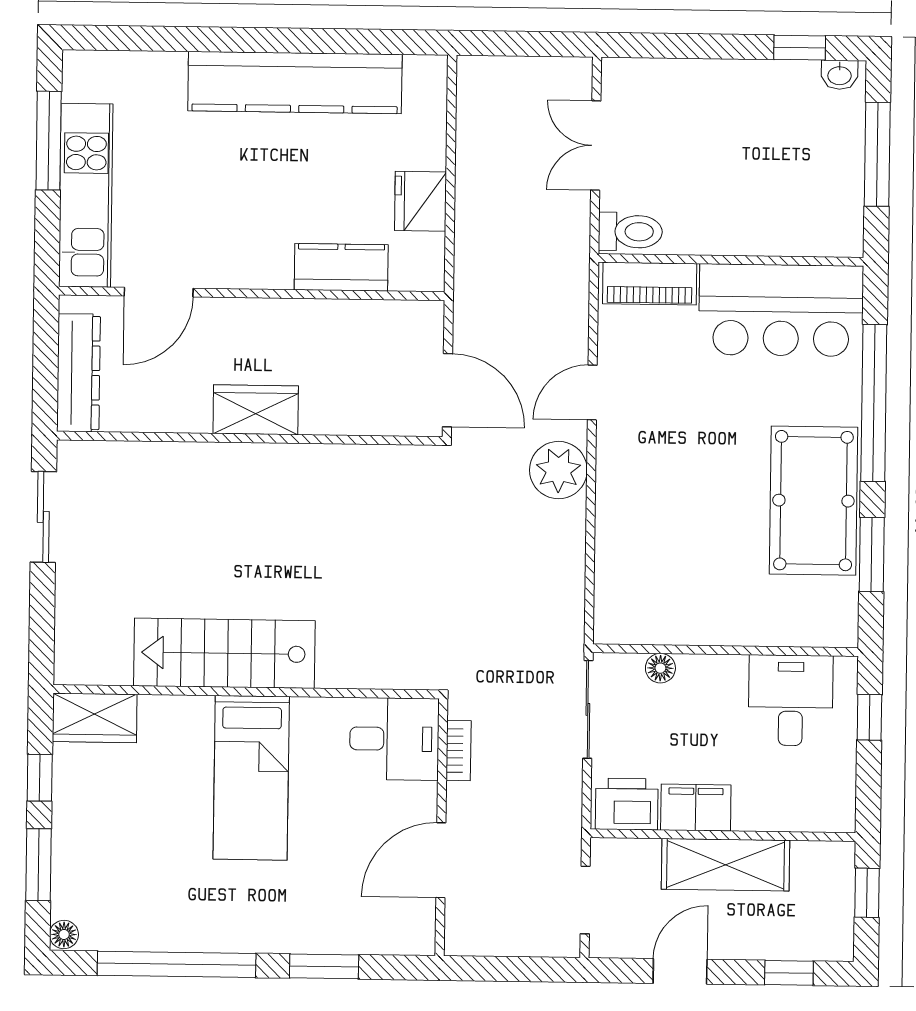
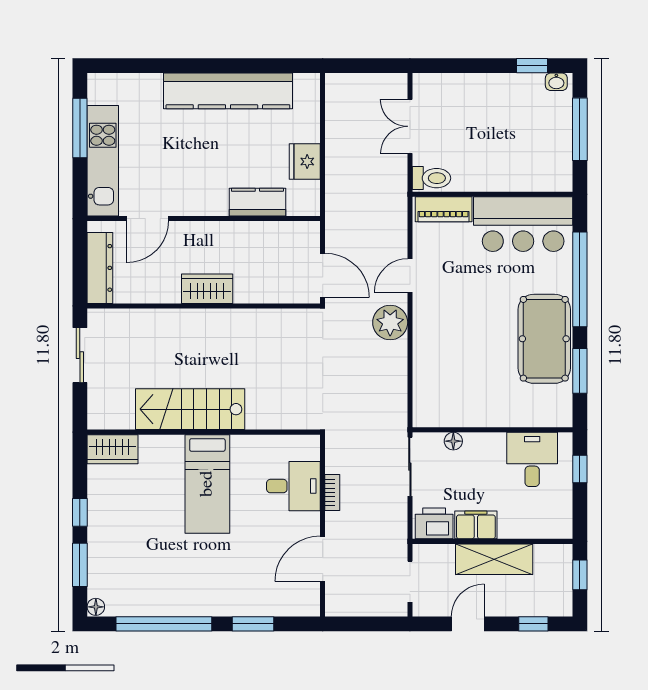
stairs: (224, 653) -> (190, 409), moved
wall: (246, 692) -> (204, 432), moved
wardrobe: (95, 718) -> (112, 449), moved
bed: (251, 778) -> (207, 484), moved

